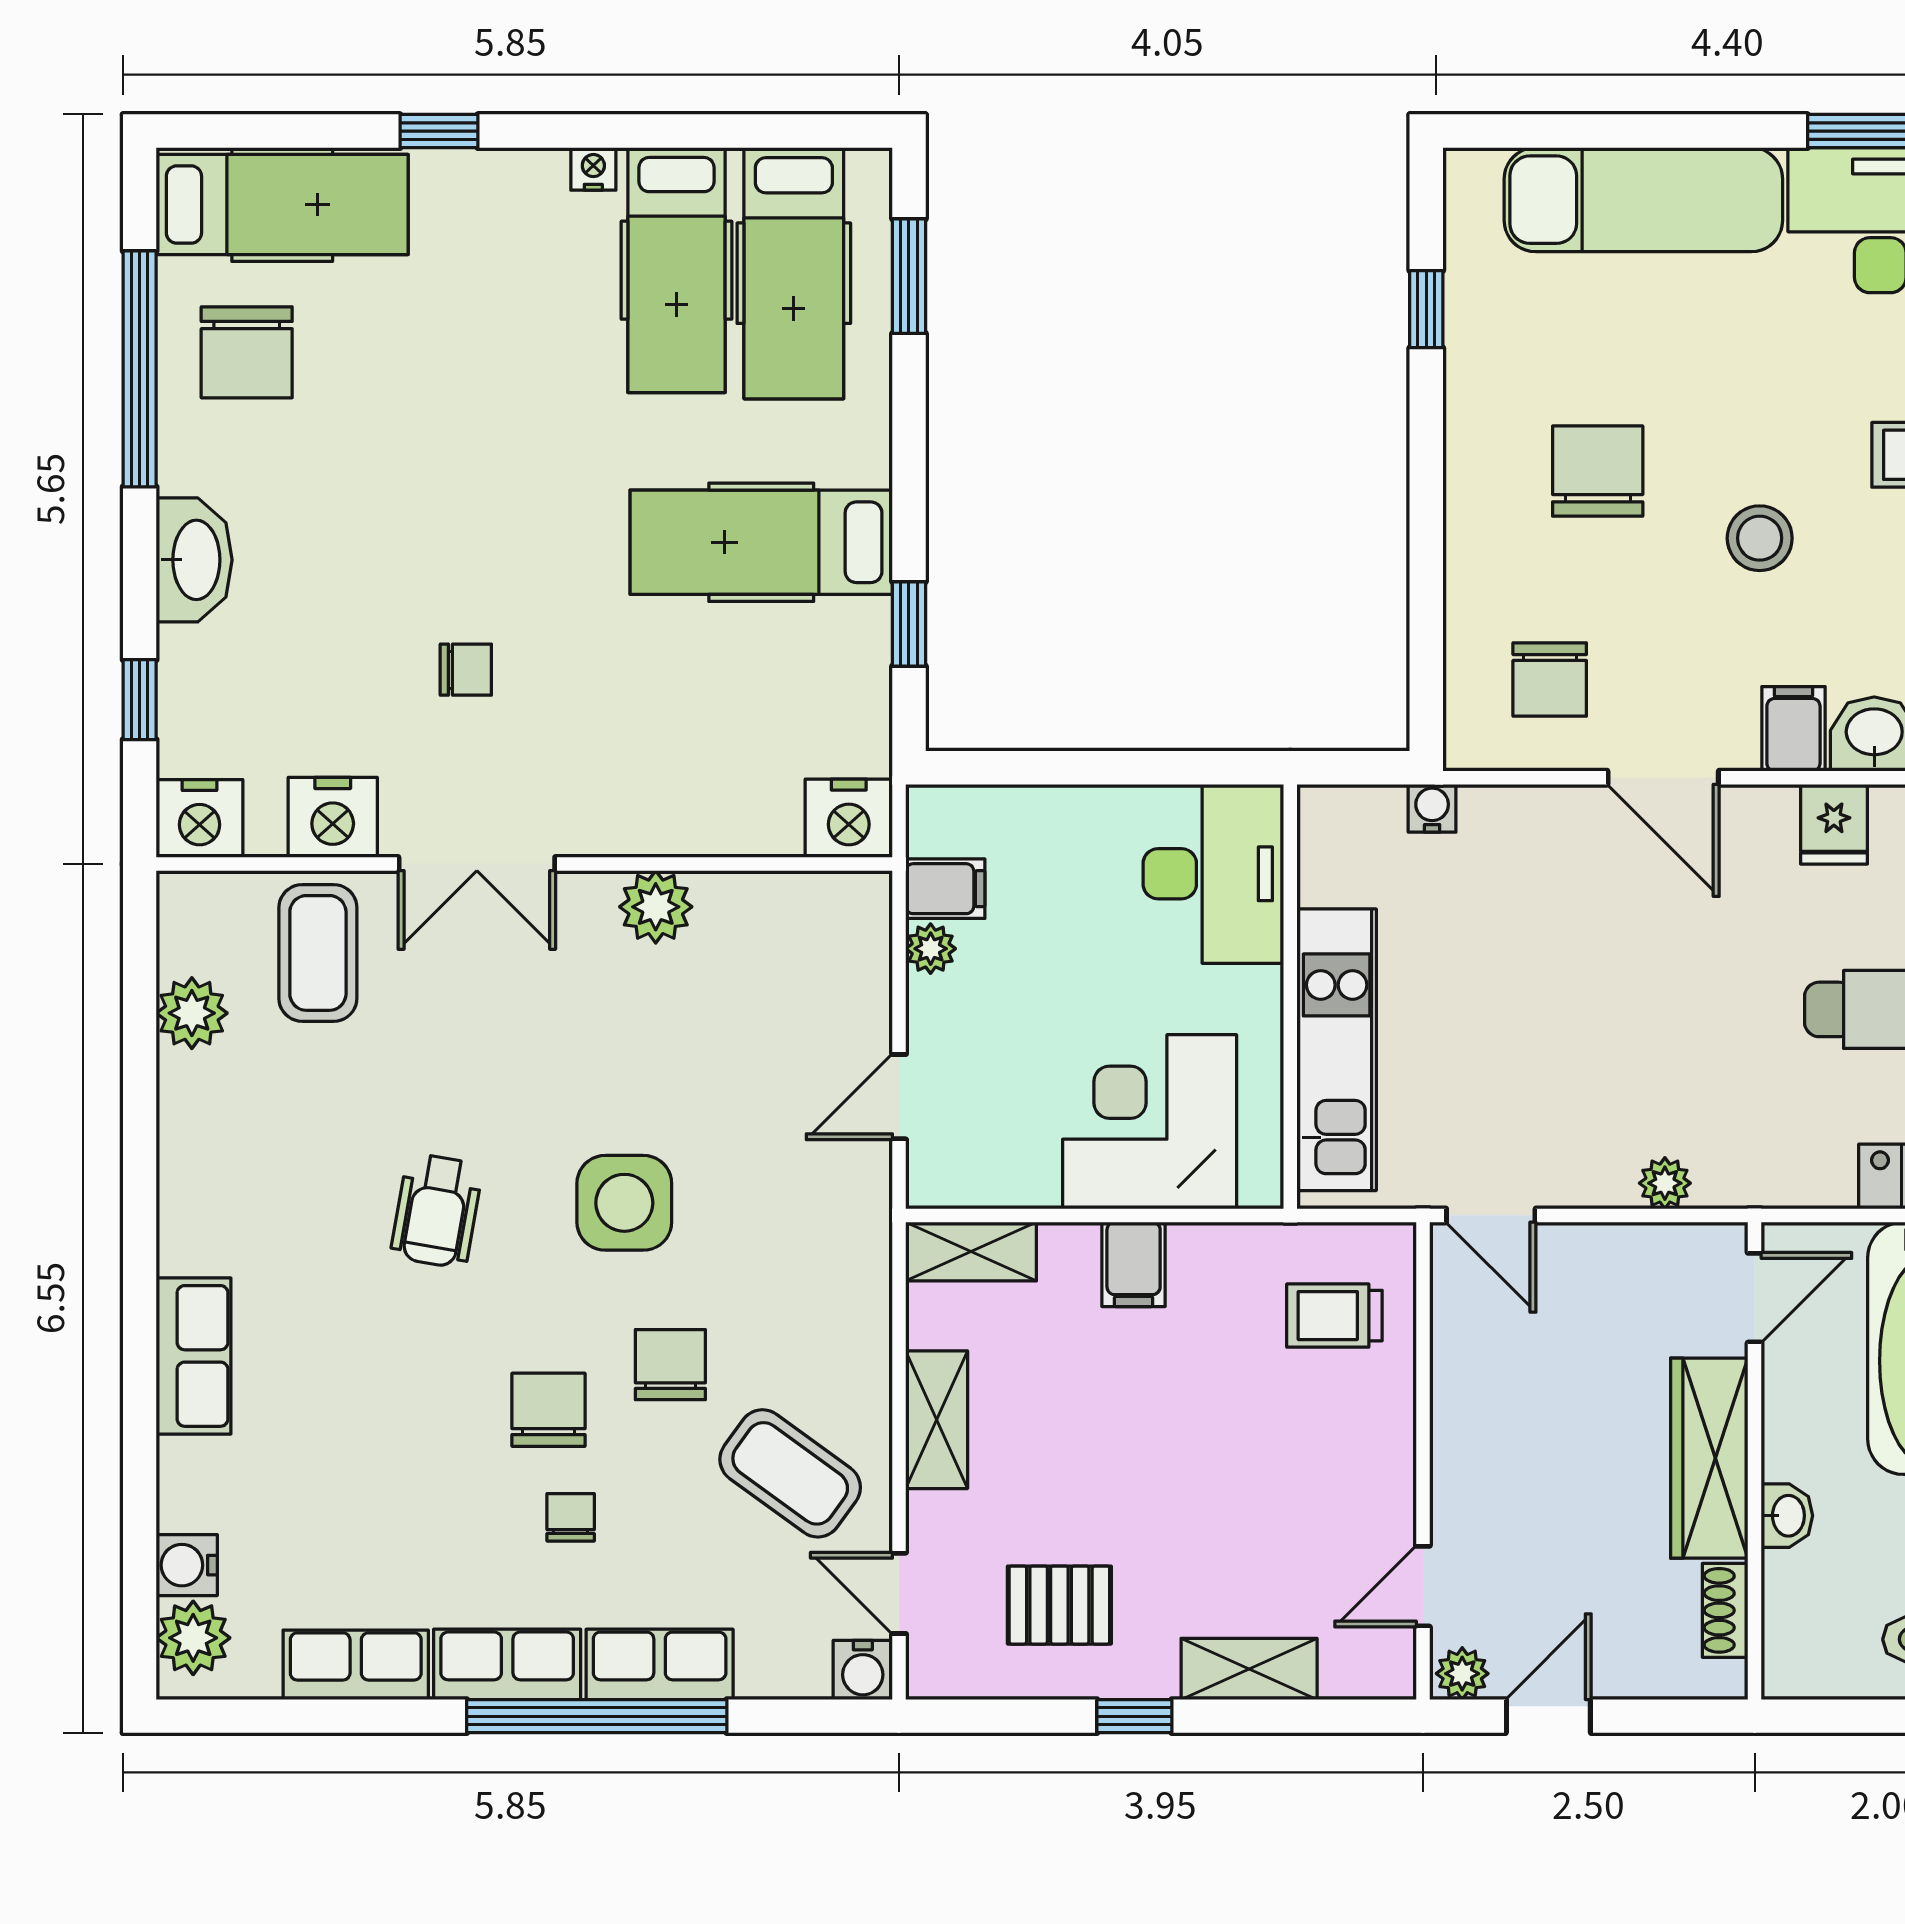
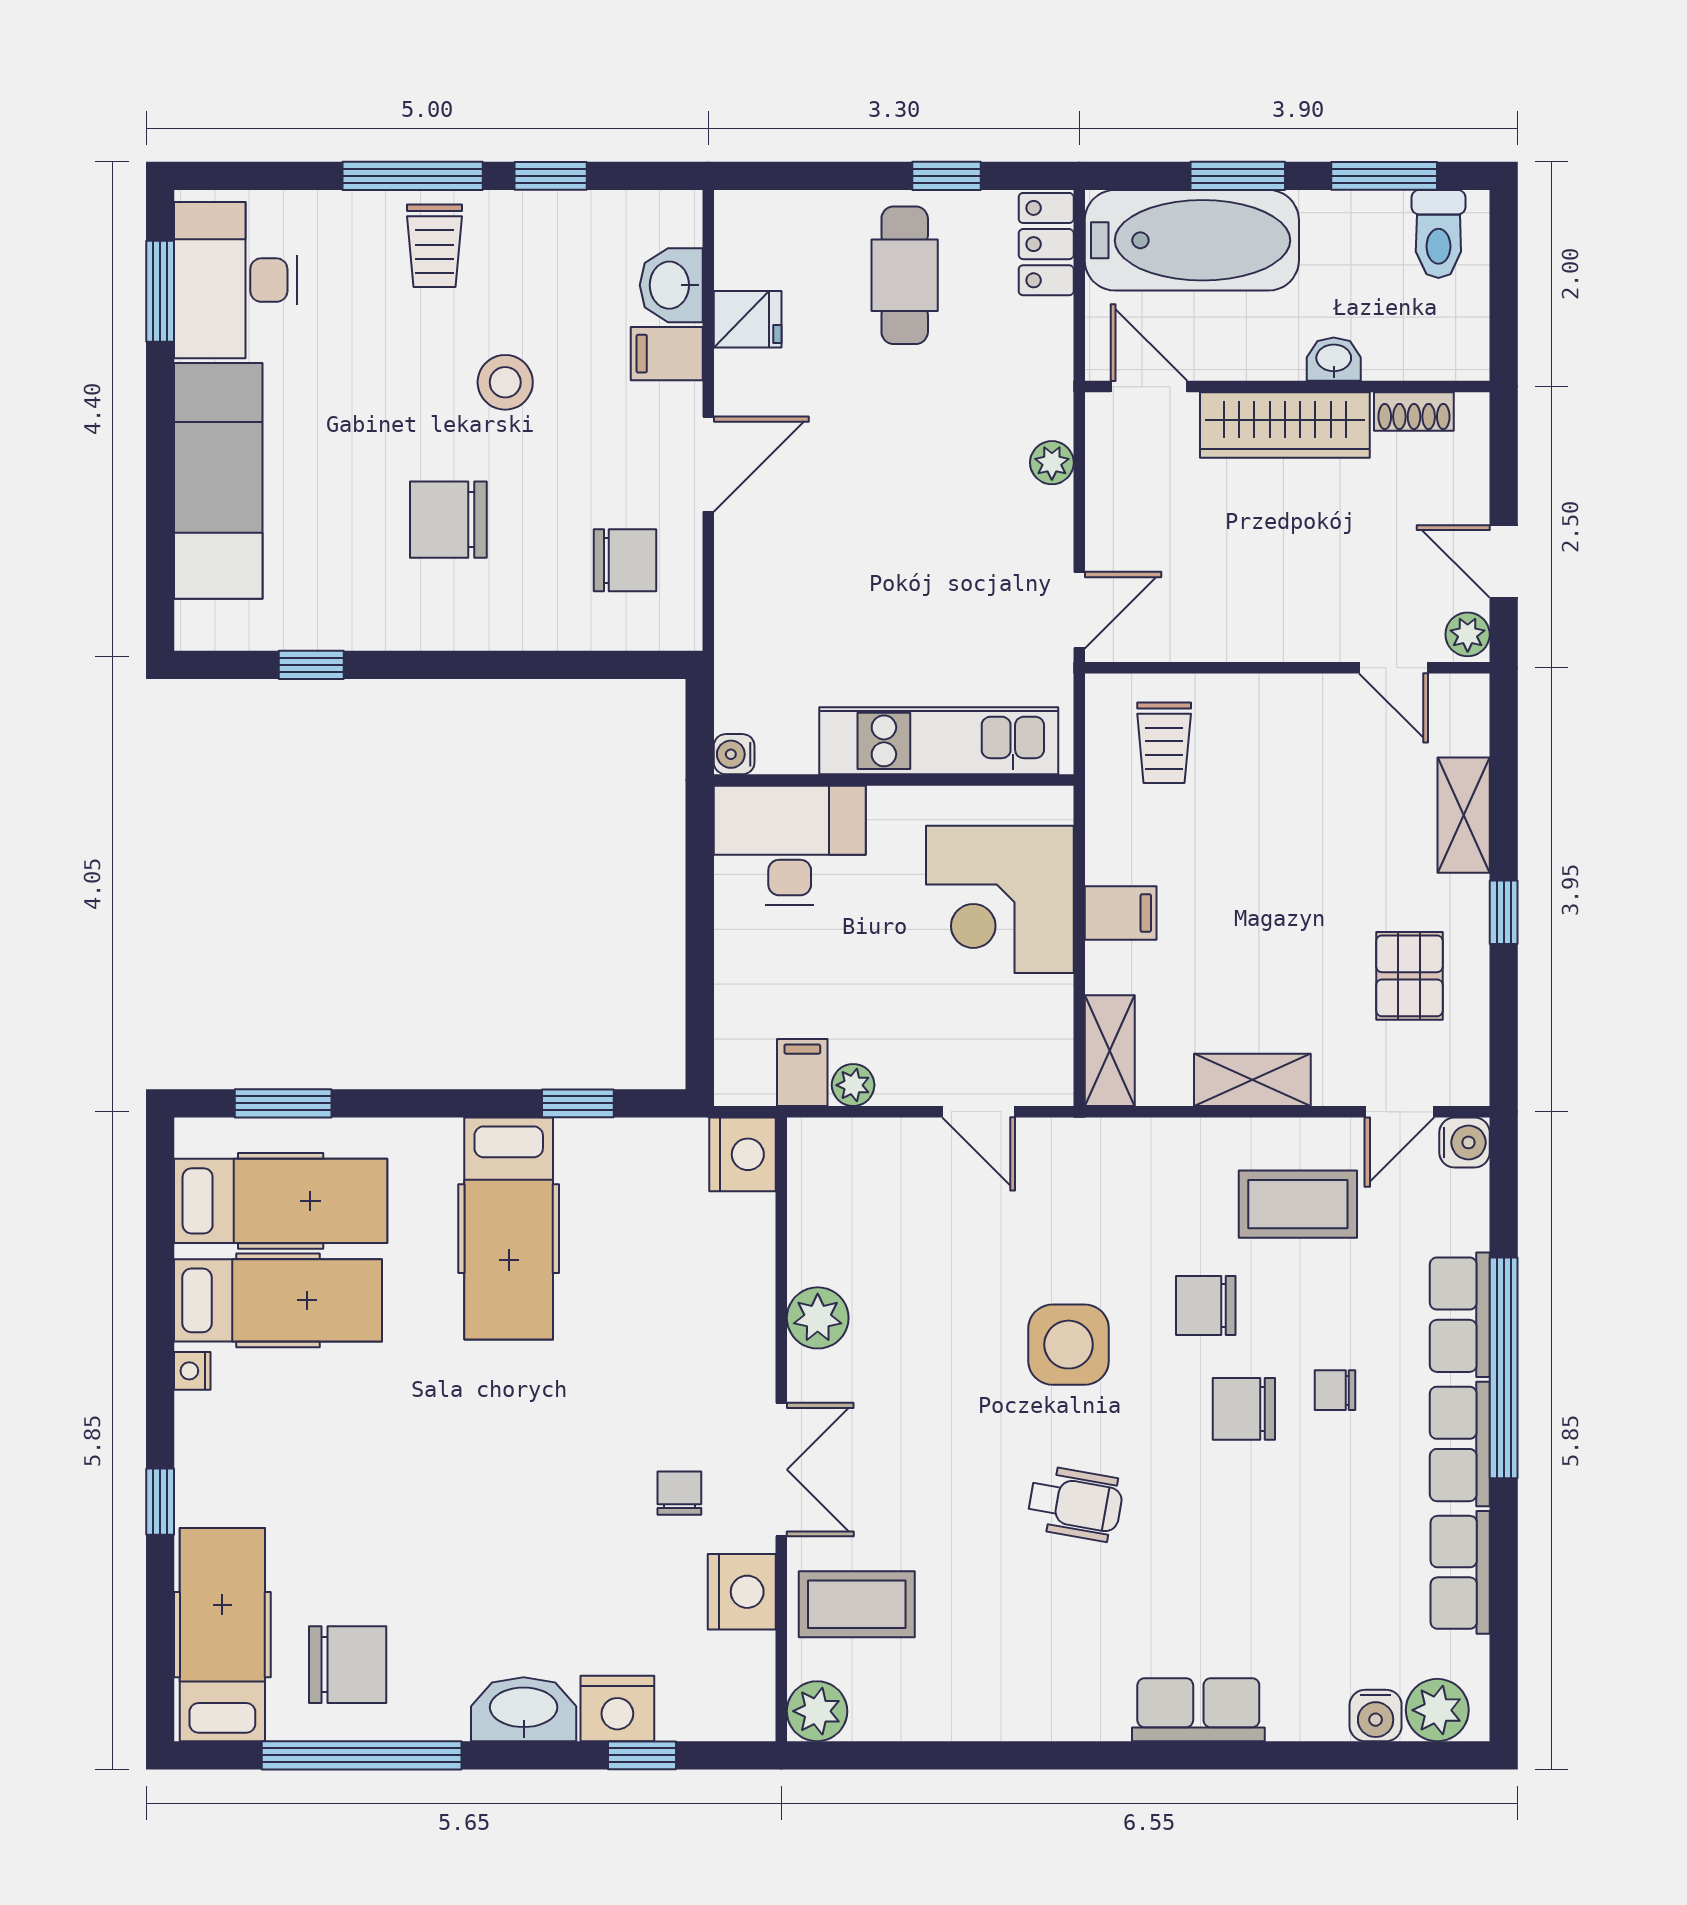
chair: (466, 670) -> (679, 1493), moved
water cooler: (1432, 808) -> (734, 754), moved
nightstand: (200, 818) -> (617, 1708), moved, turned 90
plant: (192, 1013) -> (817, 1711), moved
coffee table: (790, 1473) -> (1298, 1204), turned 54

